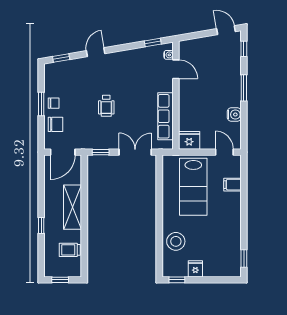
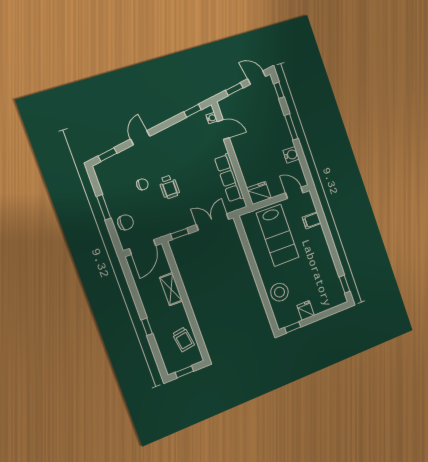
window: (200, 35) -> (234, 89), added
chair: (54, 103) -> (142, 184), moved
shelving: (73, 207) -> (171, 289), width x0.67, depth x0.75
trolley: (70, 250) -> (183, 339), turned -99

